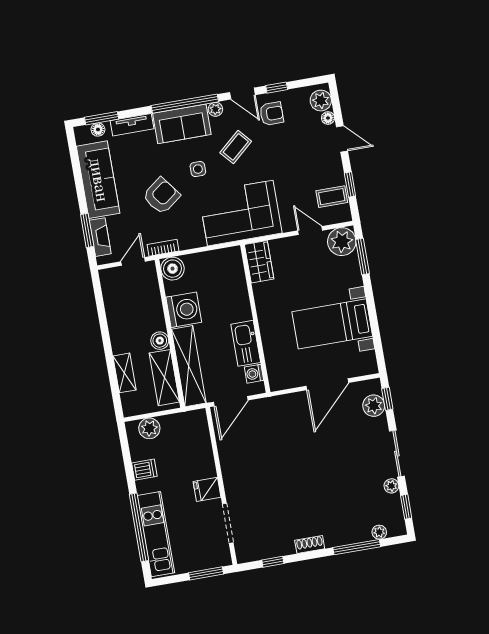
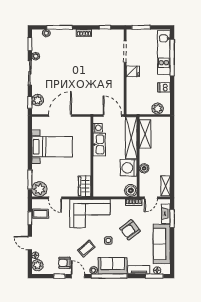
boiler: (160, 341) -> (144, 168), moved
shelving: (124, 373) -> (166, 186), moved
door: (231, 401) -> (112, 115), hinge flipped

